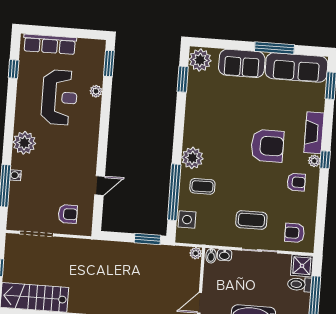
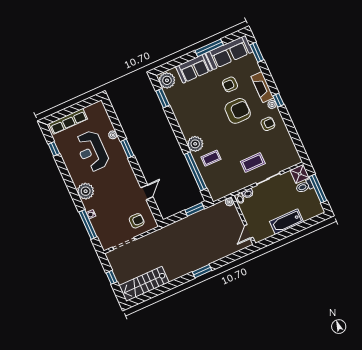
window: (109, 63) -> (127, 148), moved
reception desk: (59, 97) -> (92, 151), turned 180
side table: (187, 220) -> (213, 184), removed
armchair: (295, 233) -> (230, 84), moved

